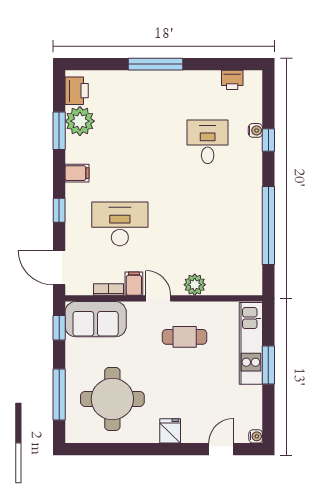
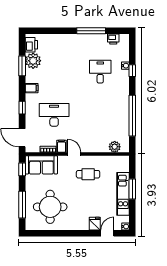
window: (155, 64) -> (91, 31), moved
plant: (195, 285) -> (115, 147), moved
kitchen unit: (251, 343) -> (123, 194), moved
fridge: (170, 431) -> (95, 224), moved

